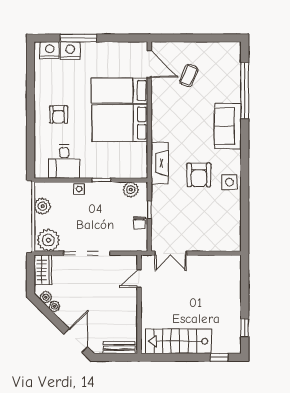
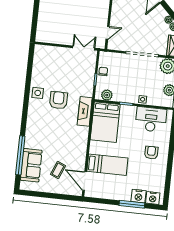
bed: (120, 123) -> (105, 122), moved, turned 90
sofa: (228, 126) -> (31, 165), moved
desk: (64, 162) -> (151, 119), width x1.37

